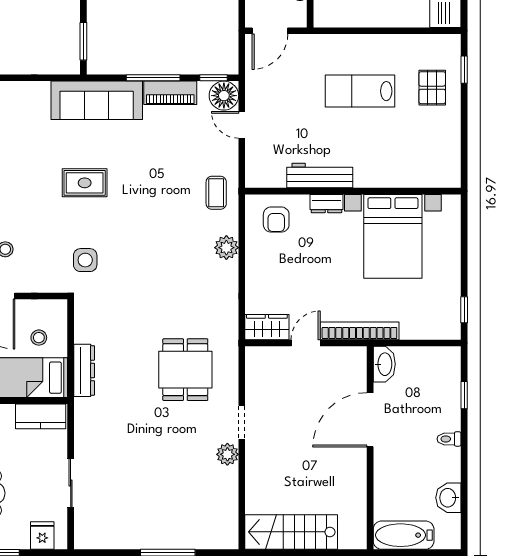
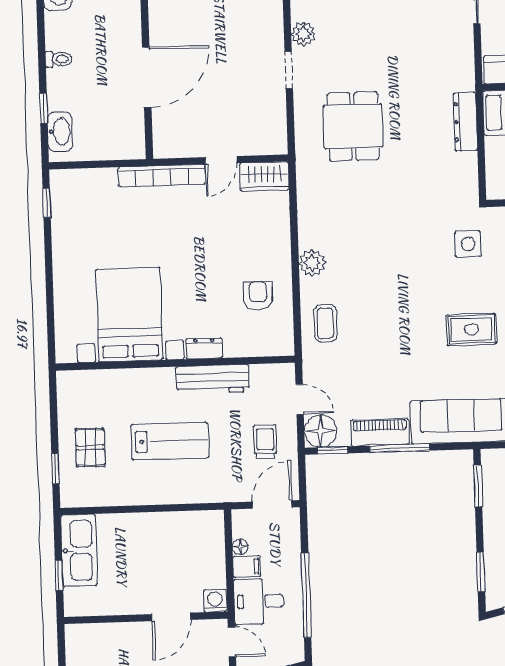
trolley: (274, 88) -> (265, 442), added
workbench: (320, 176) -> (213, 379), moved
wall: (353, 191) -> (175, 363), moved
dresser: (326, 204) -> (204, 348), moved
bed with nightstands: (393, 236) -> (129, 315), moved
washbasin: (384, 364) -> (60, 132), moved, turned 180

